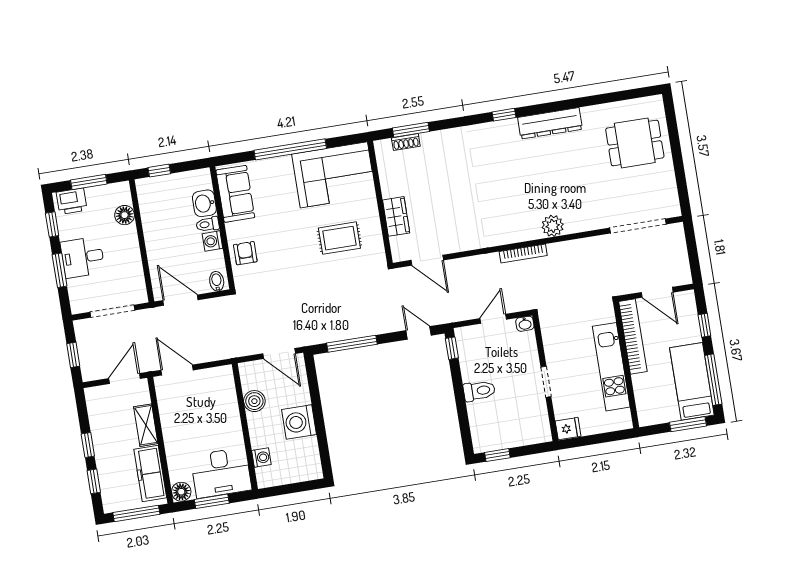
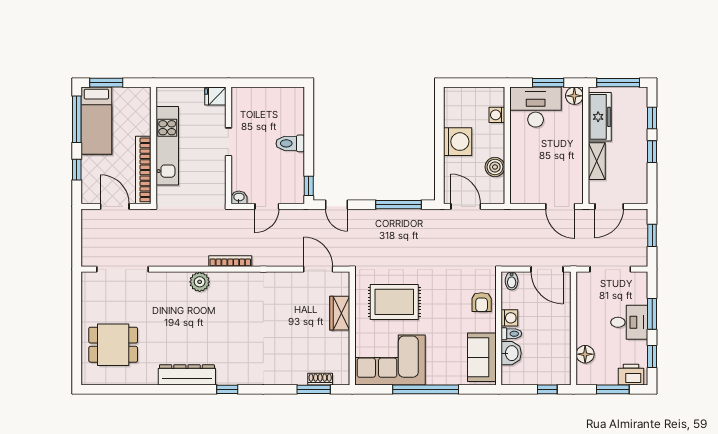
rug: (339, 238) -> (394, 302), width x1.36, depth x1.43
window: (497, 455) -> (283, 83), removed

